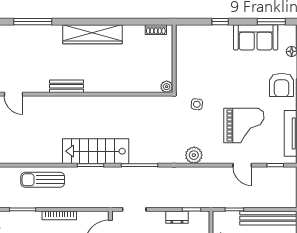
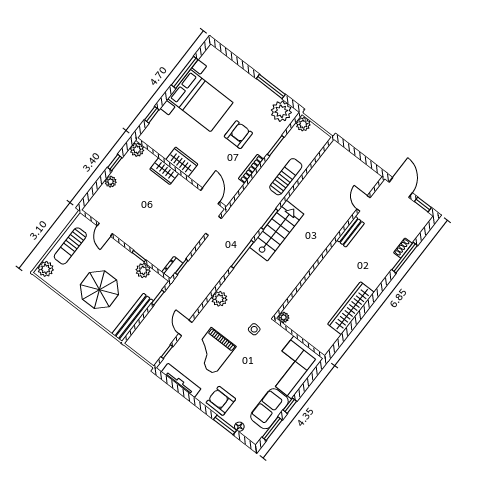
window: (220, 22) -> (290, 406), moved
shoe rack: (156, 30) -> (403, 248), moved
wardrobe: (92, 34) -> (351, 308), moved
corner sofa: (204, 45) -> (293, 367), added
bench: (67, 86) -> (351, 232), moved
door: (13, 94) -> (363, 203), hinge flipped
door: (242, 165) -> (185, 328), hinge flipped
dresser: (177, 217) -> (172, 268), moved

